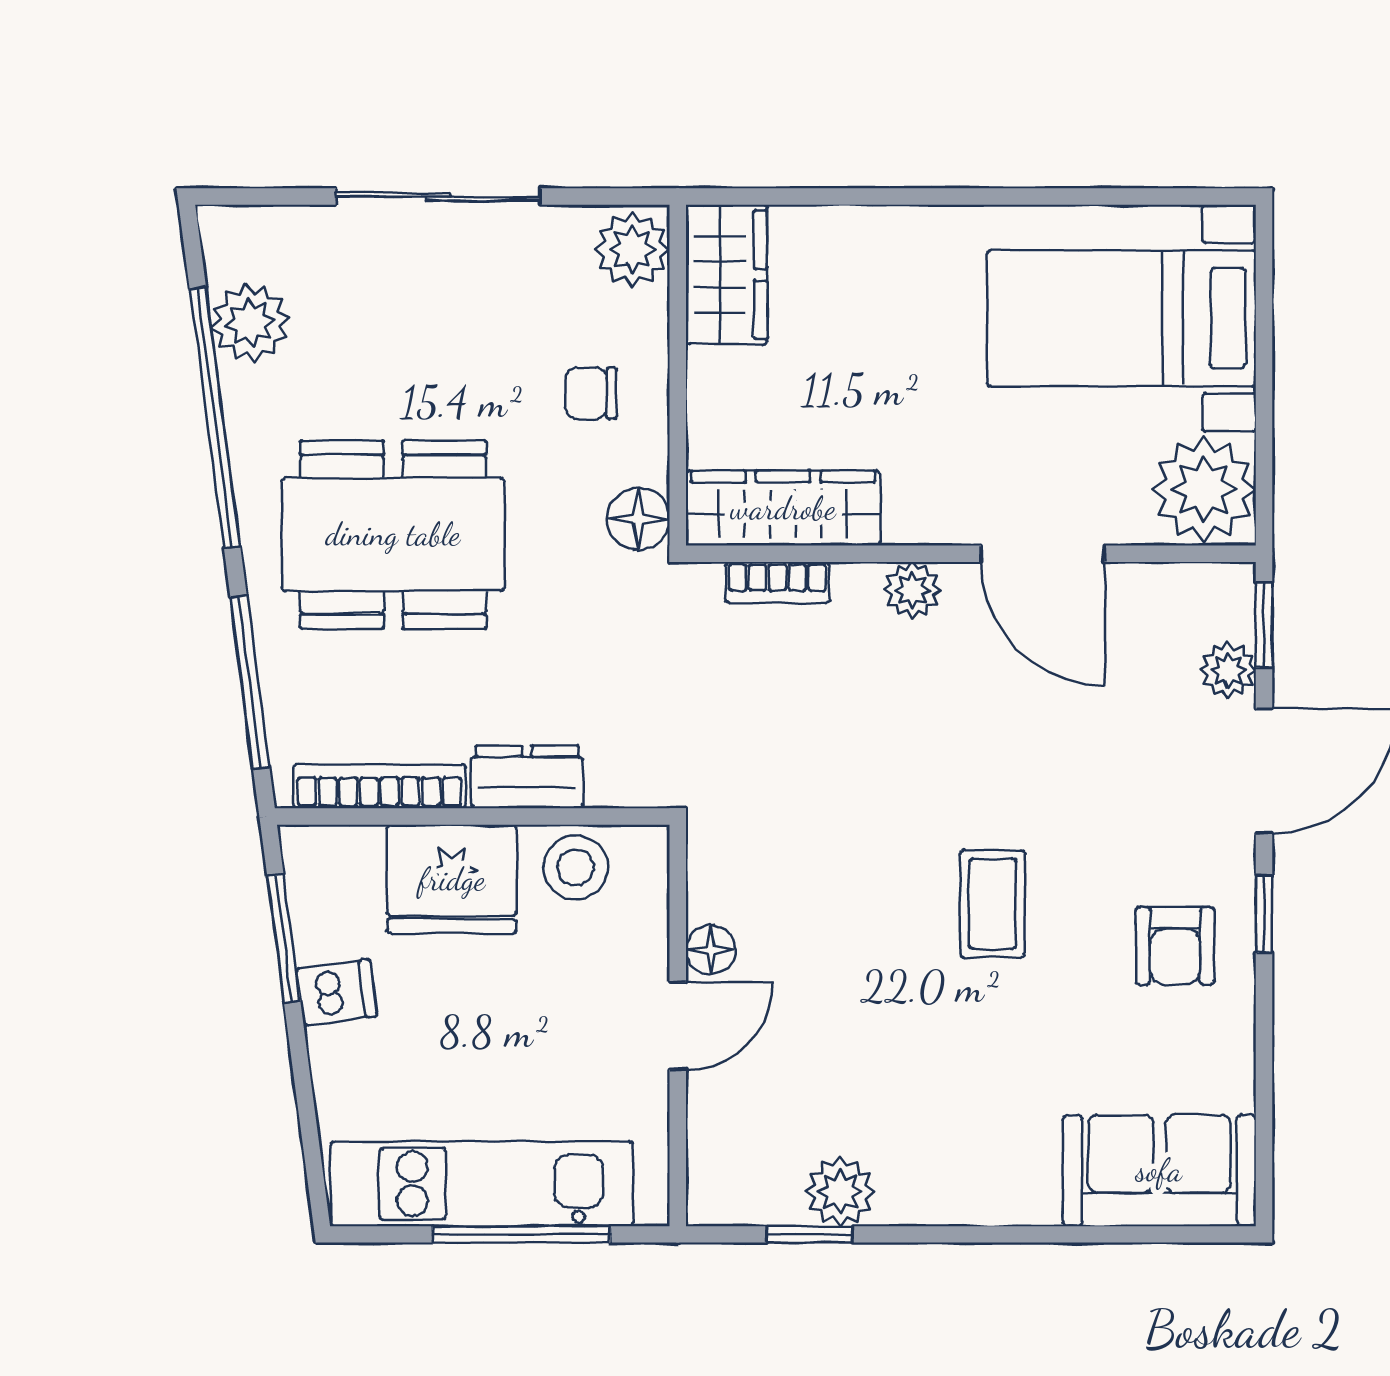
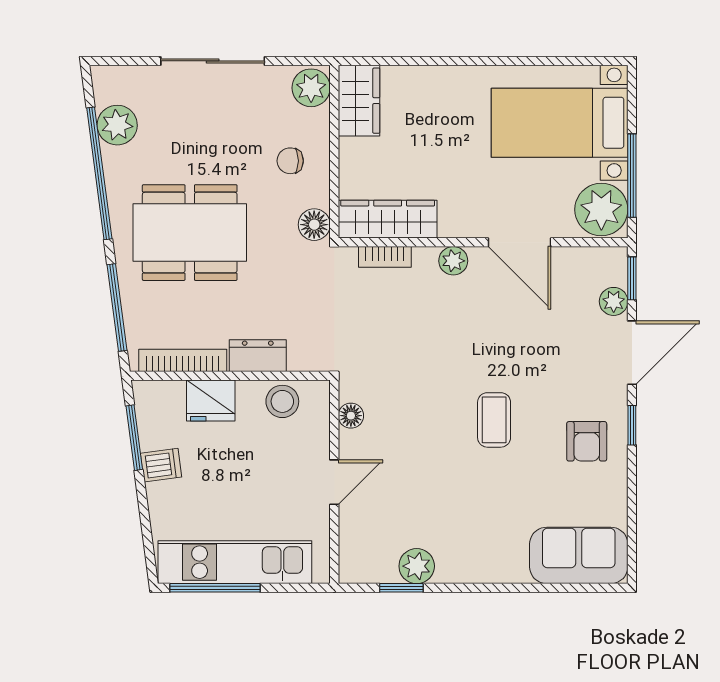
window: (1264, 422) -> (632, 176), added
fridge: (452, 879) -> (211, 401), width x0.73, depth x0.75
floor lamp: (711, 950) -> (351, 416), moved
window: (521, 1234) -> (215, 588), moved

